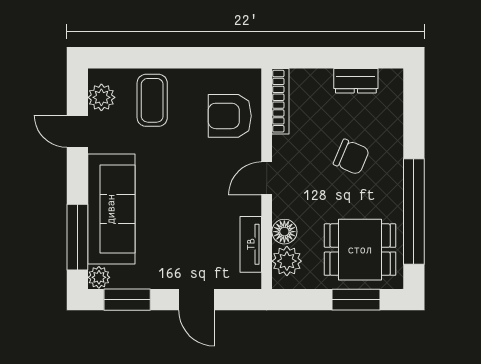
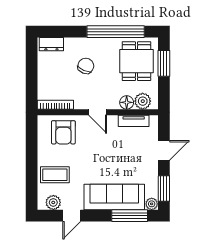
dresser: (356, 81) -> (51, 44), moved, turned 90

